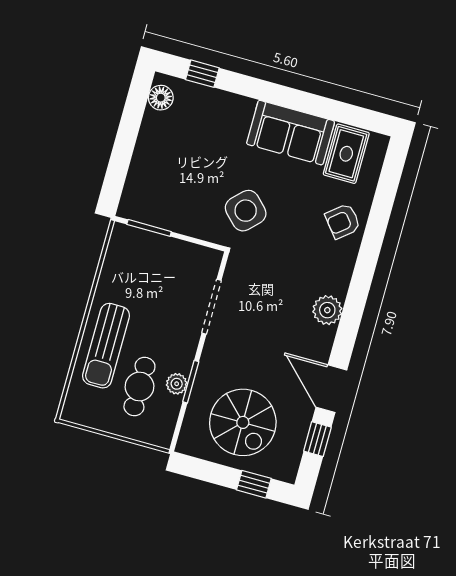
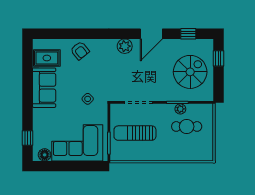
corner sofa: (166, 167) -> (77, 143), added
side table: (246, 211) -> (88, 99), width x0.54, depth x0.54
sun lounger: (106, 346) -> (135, 133), moved, turned 180
door: (331, 389) -> (151, 34), moved

